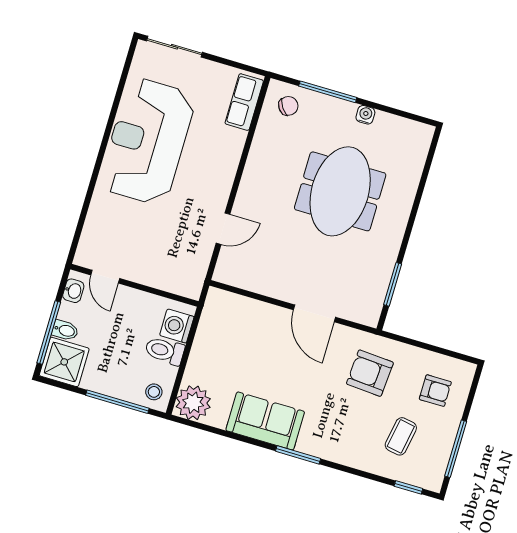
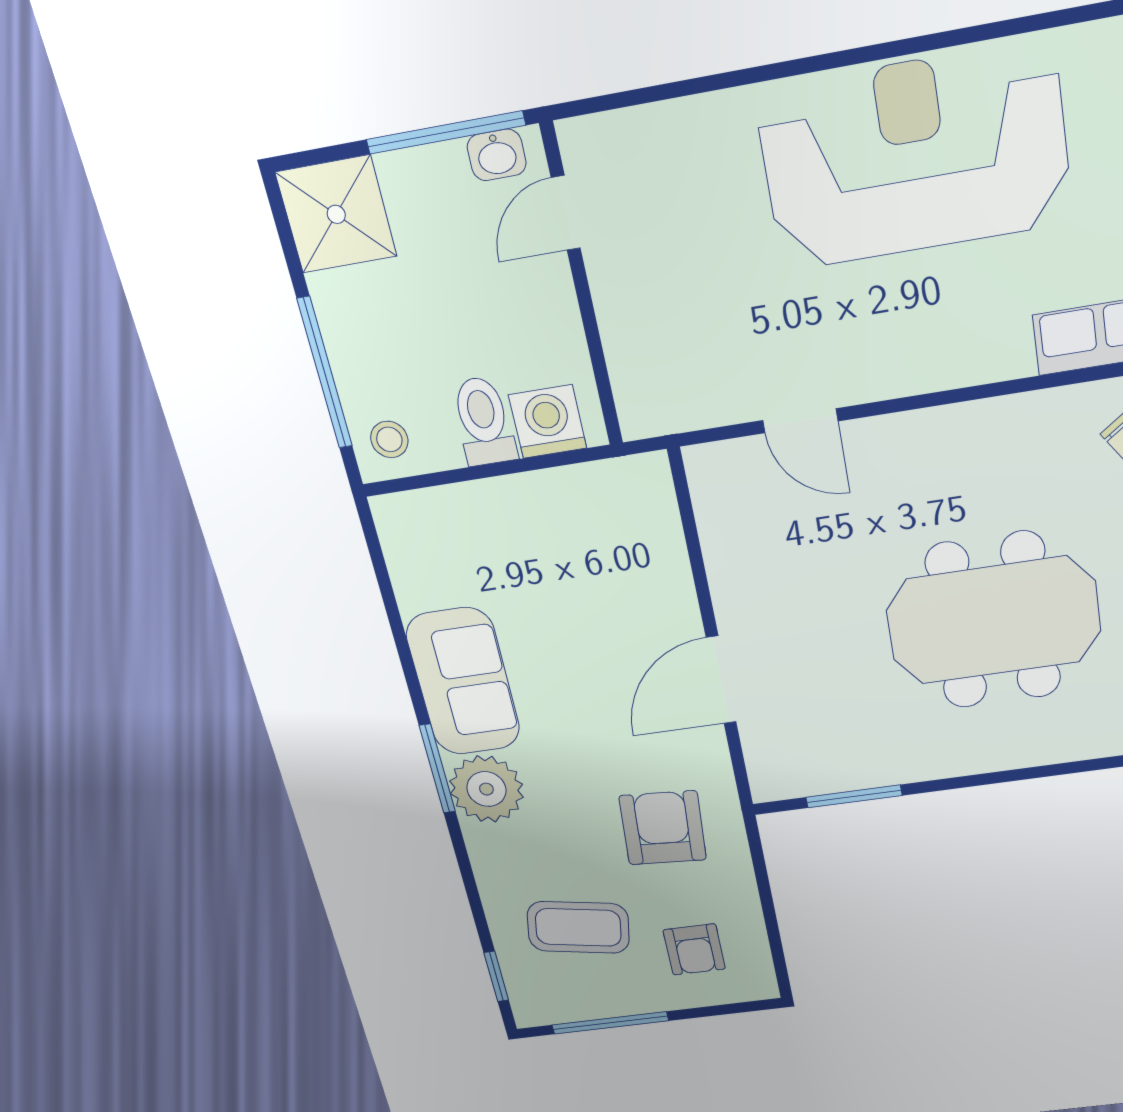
bidet: (65, 330) -> (403, 181), removed
window: (49, 332) -> (446, 132), moved
plant: (193, 403) -> (486, 789), moved
coffee table: (401, 436) -> (578, 927), width x1.36, depth x1.30

